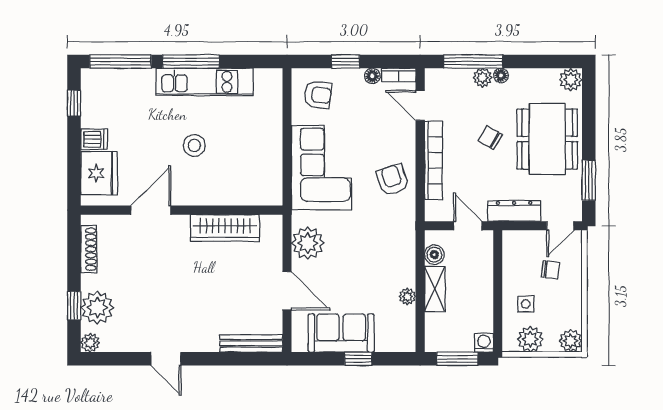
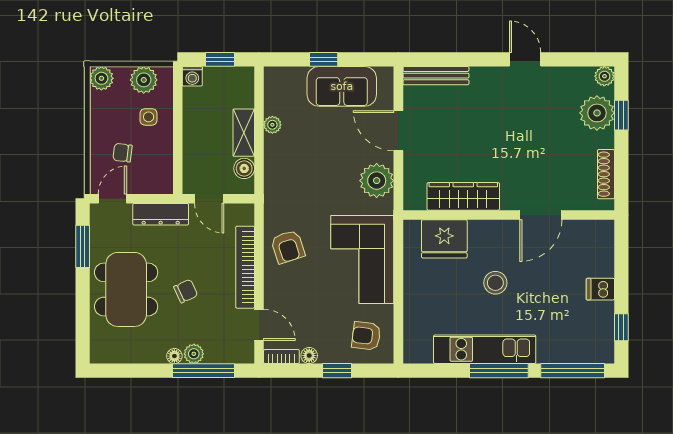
plant: (571, 80) -> (102, 352), removed
chair: (490, 138) -> (186, 291), turned -55
fridge: (99, 173) -> (444, 239), moved, turned -90
window: (457, 359) -> (220, 59), width x0.67

